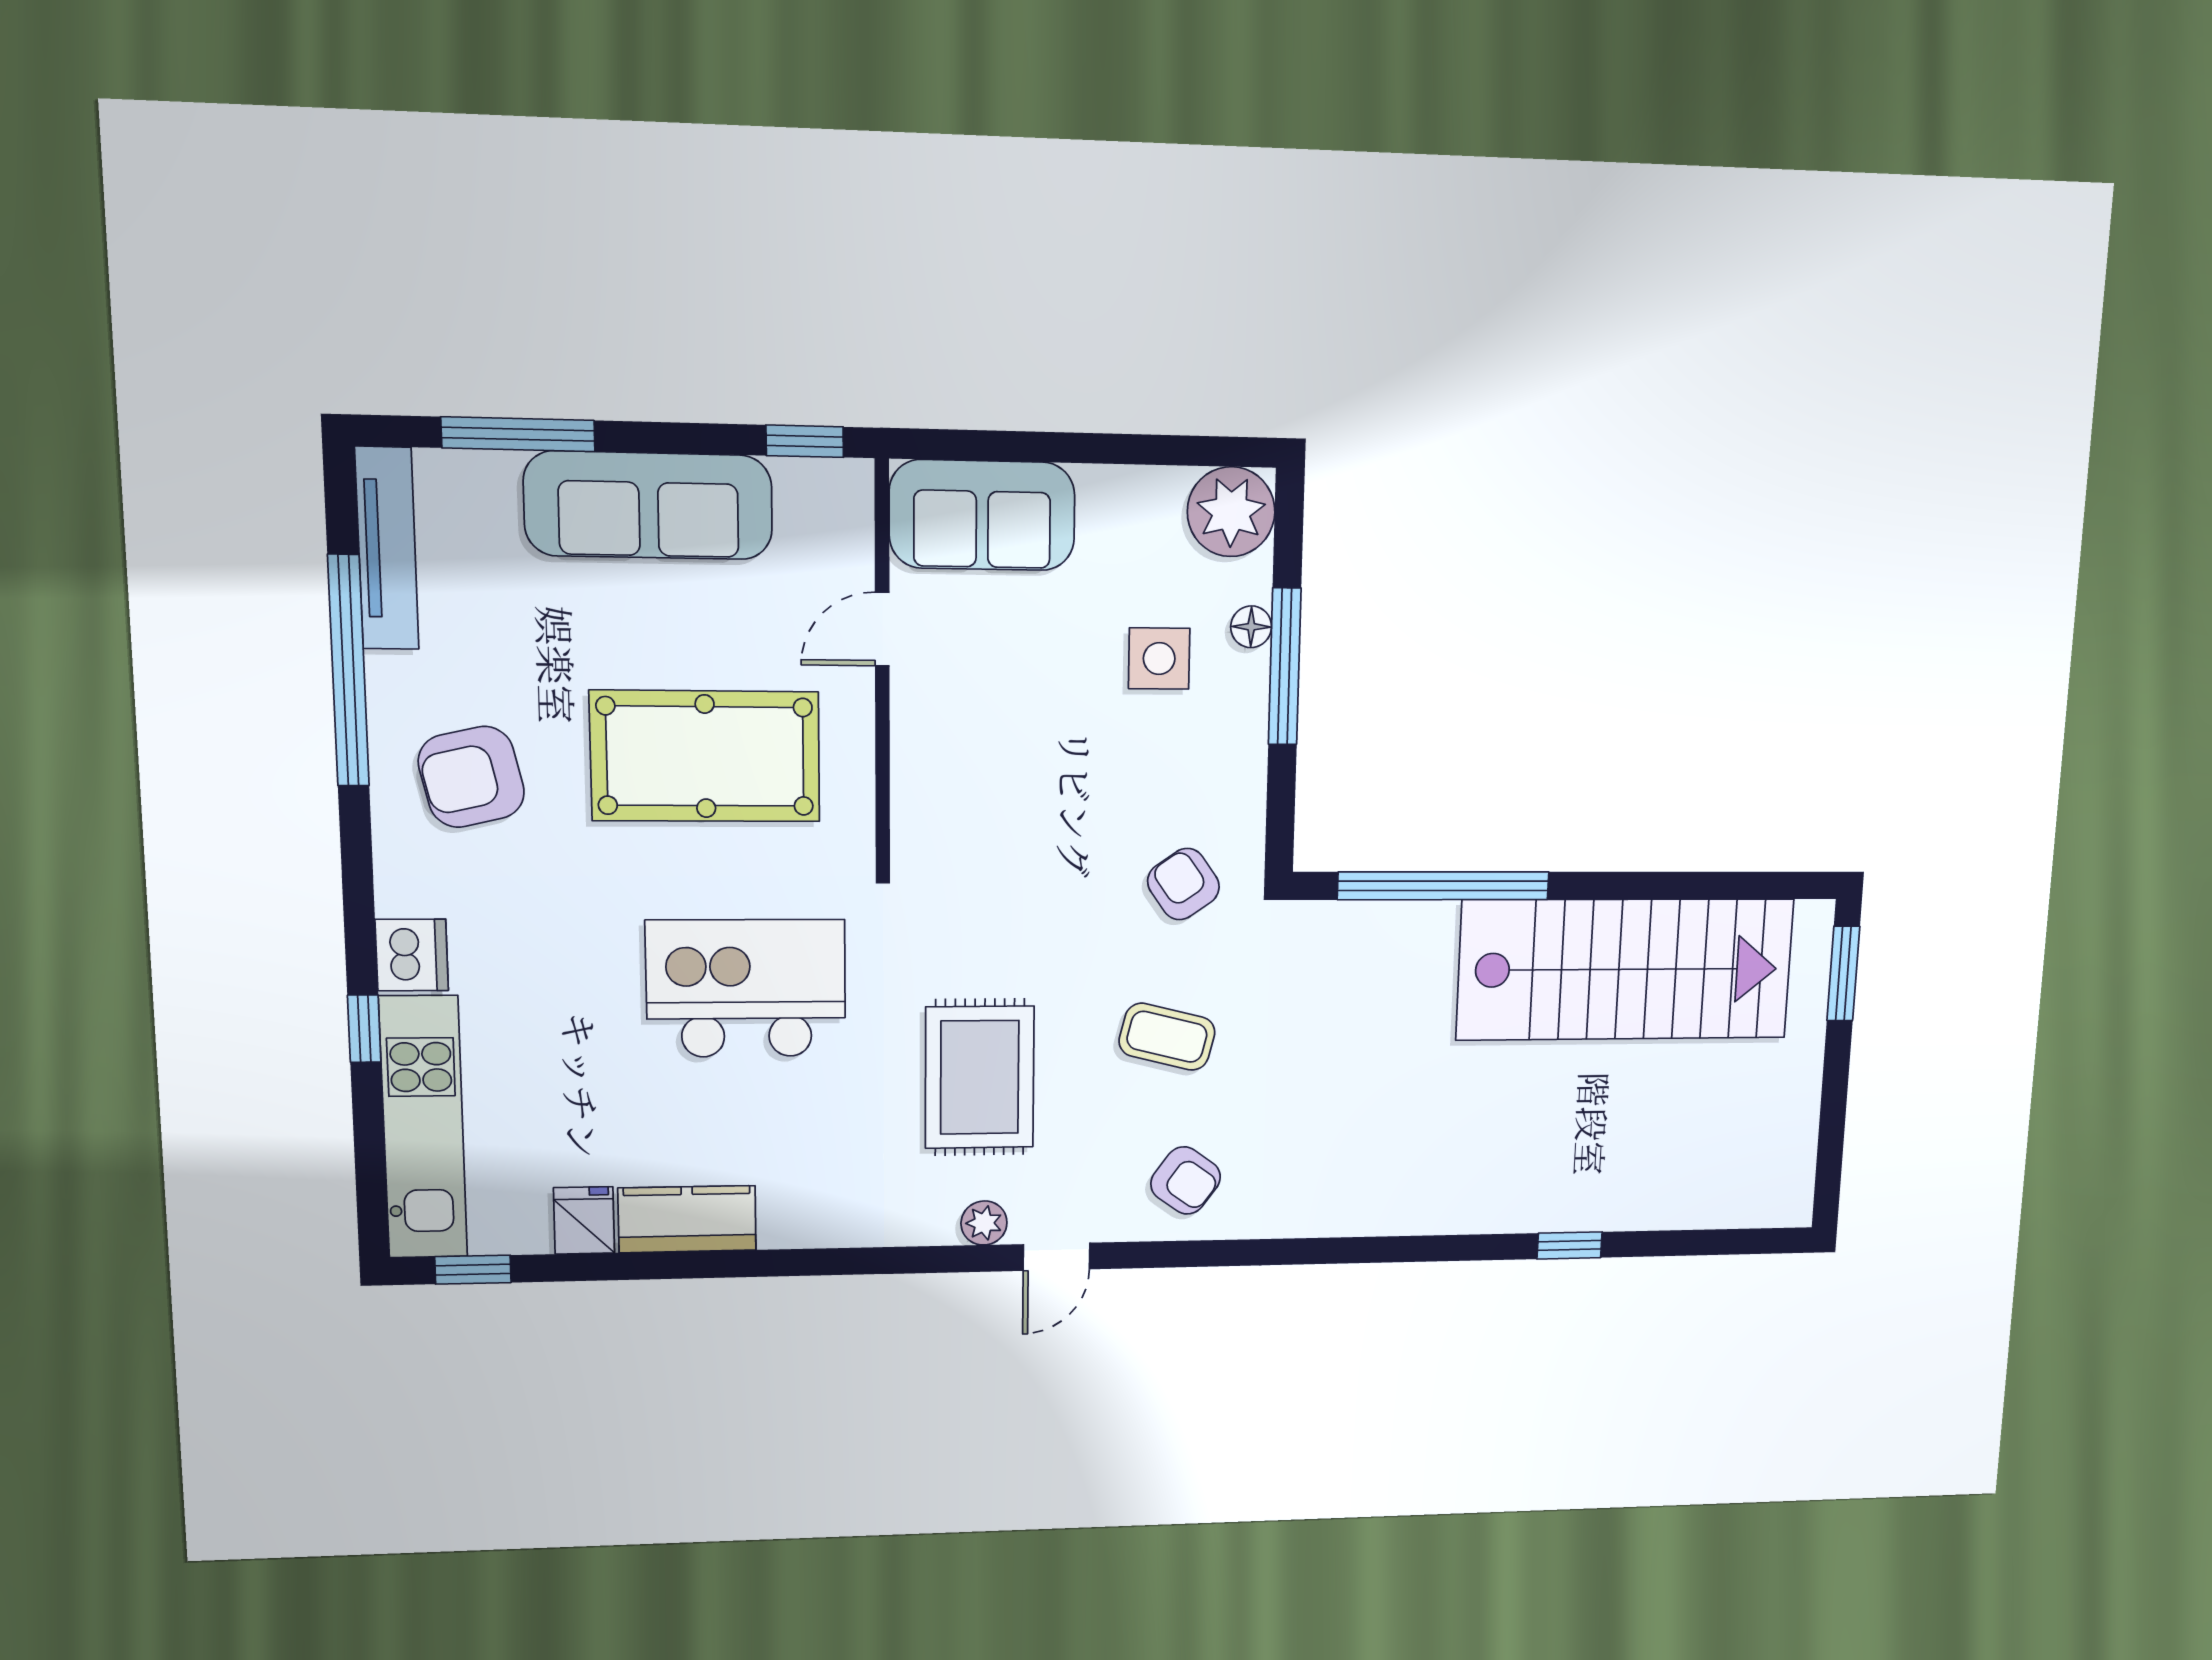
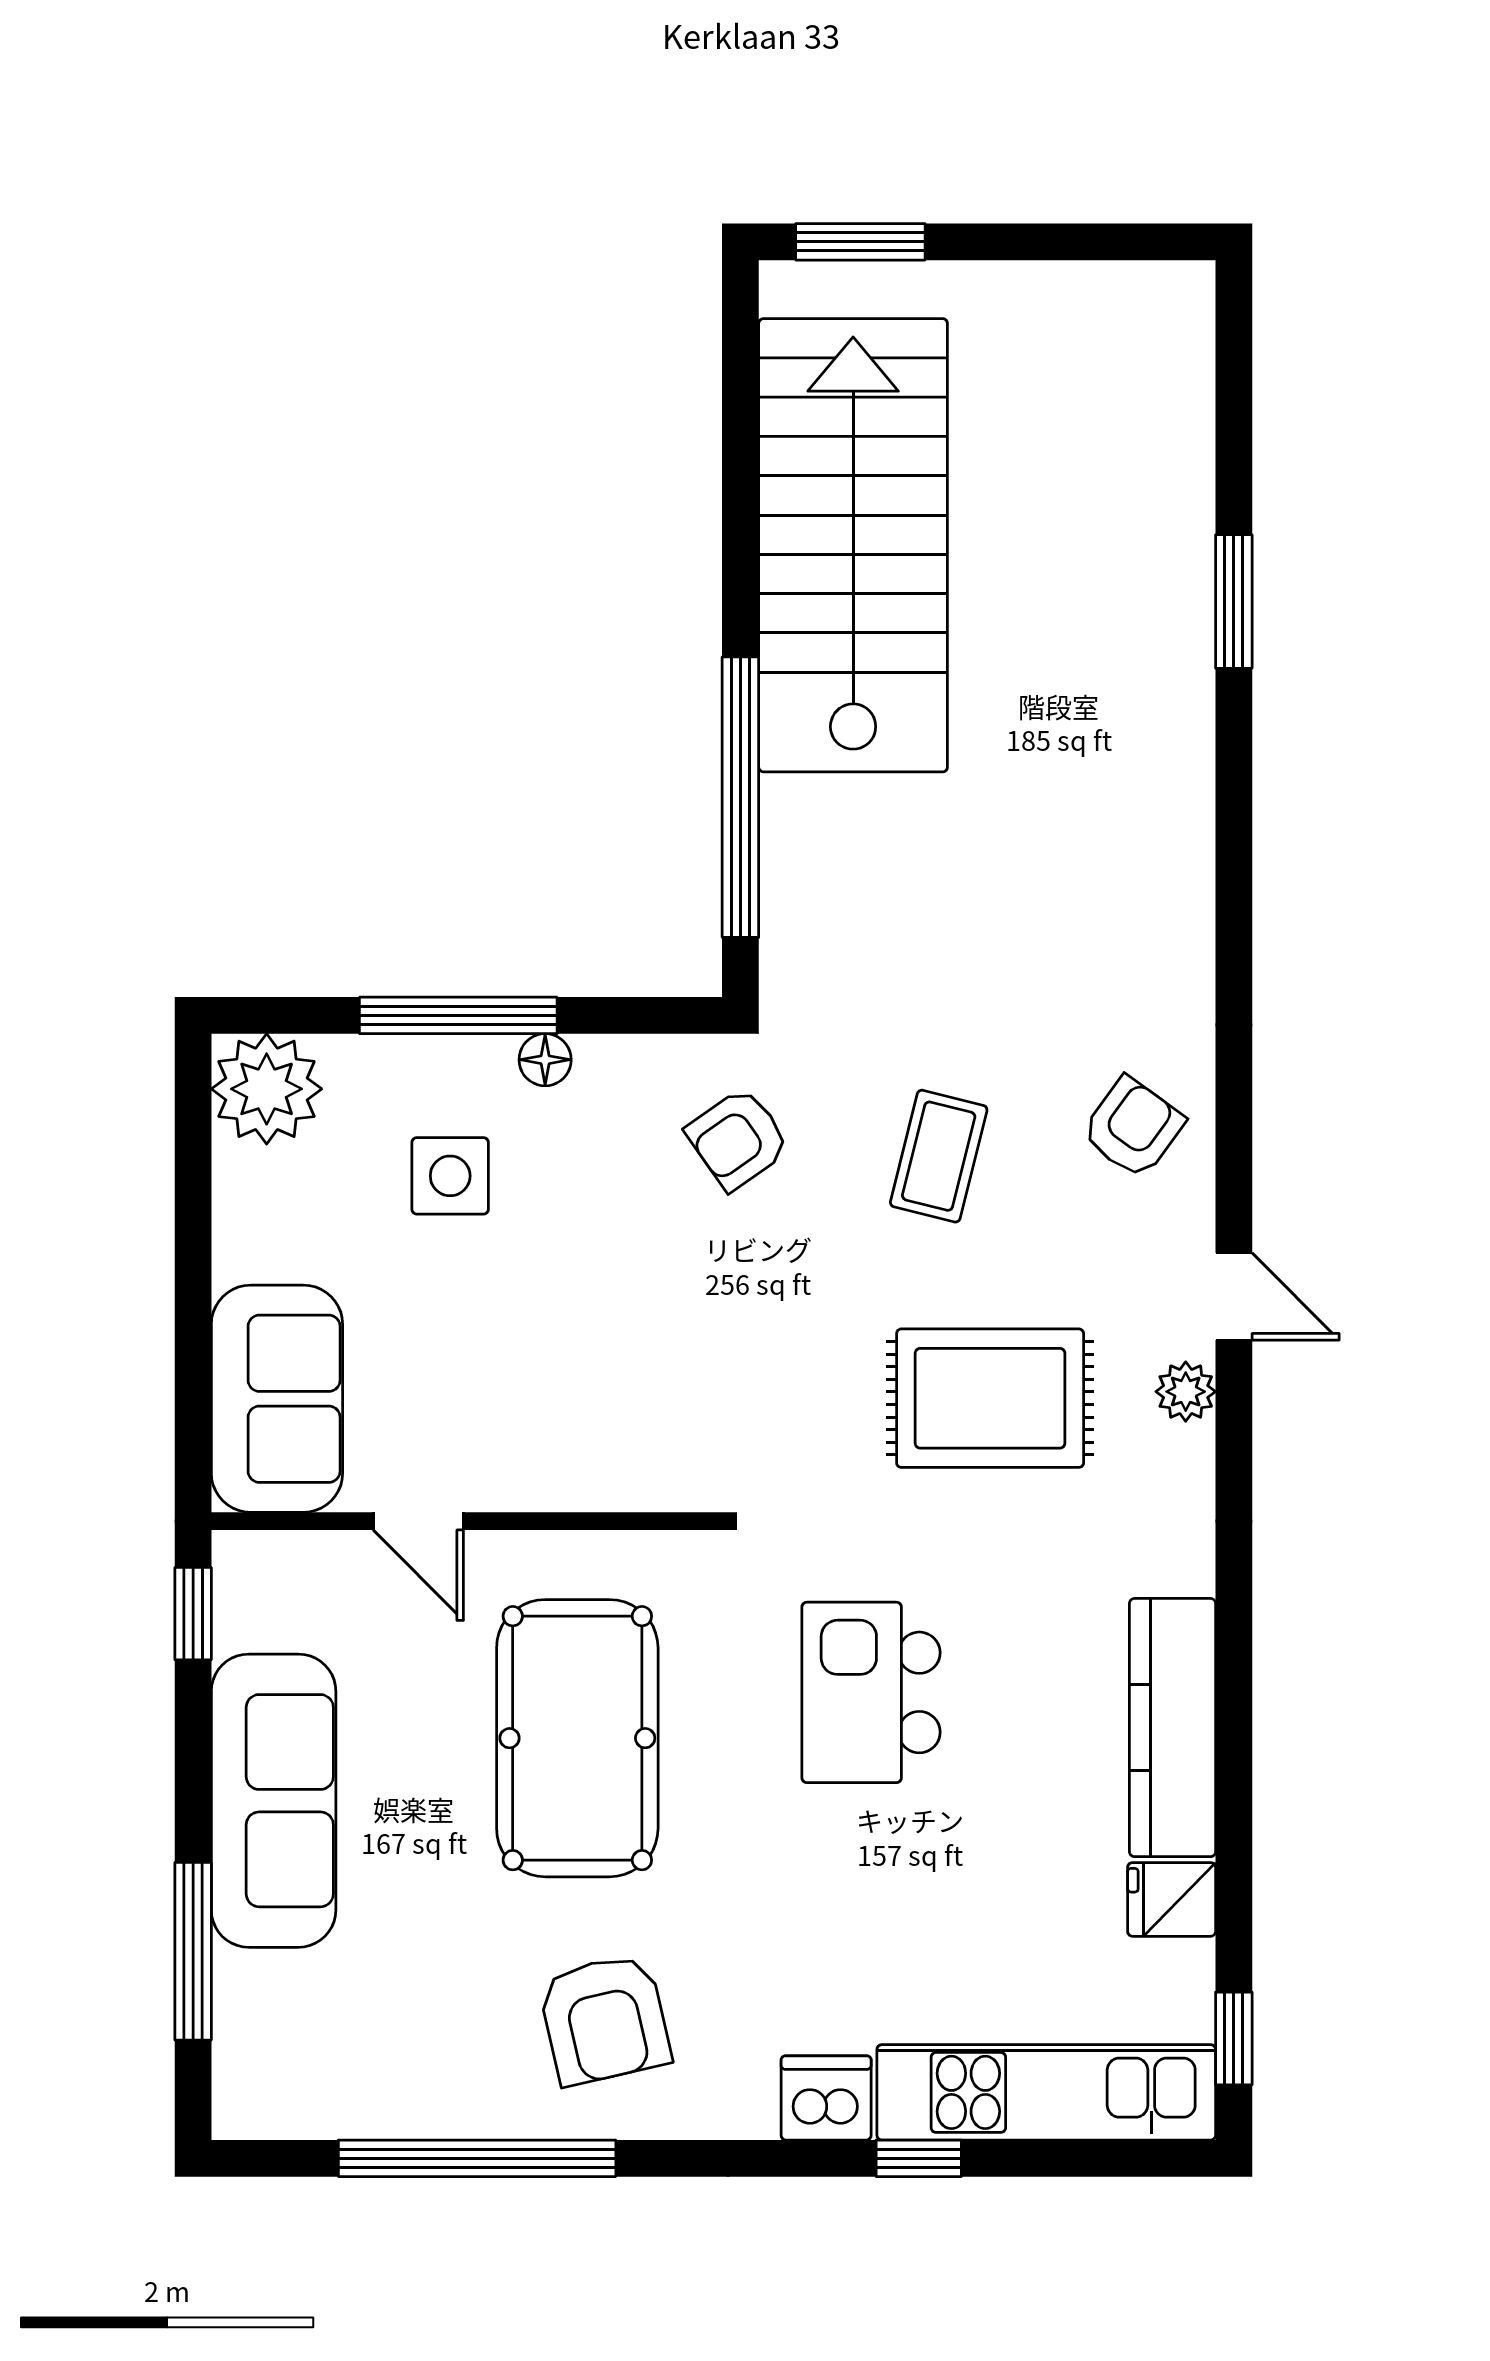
tv unit: (387, 548) -> (331, 2108), removed
floor lamp: (1251, 627) -> (545, 1060), moved
kitchen island: (746, 988) -> (871, 1692), width x0.73, depth x0.78
kitchen counter: (687, 1219) -> (1173, 1728), width x1.50
window: (1570, 1245) -> (1234, 602), width x1.50

